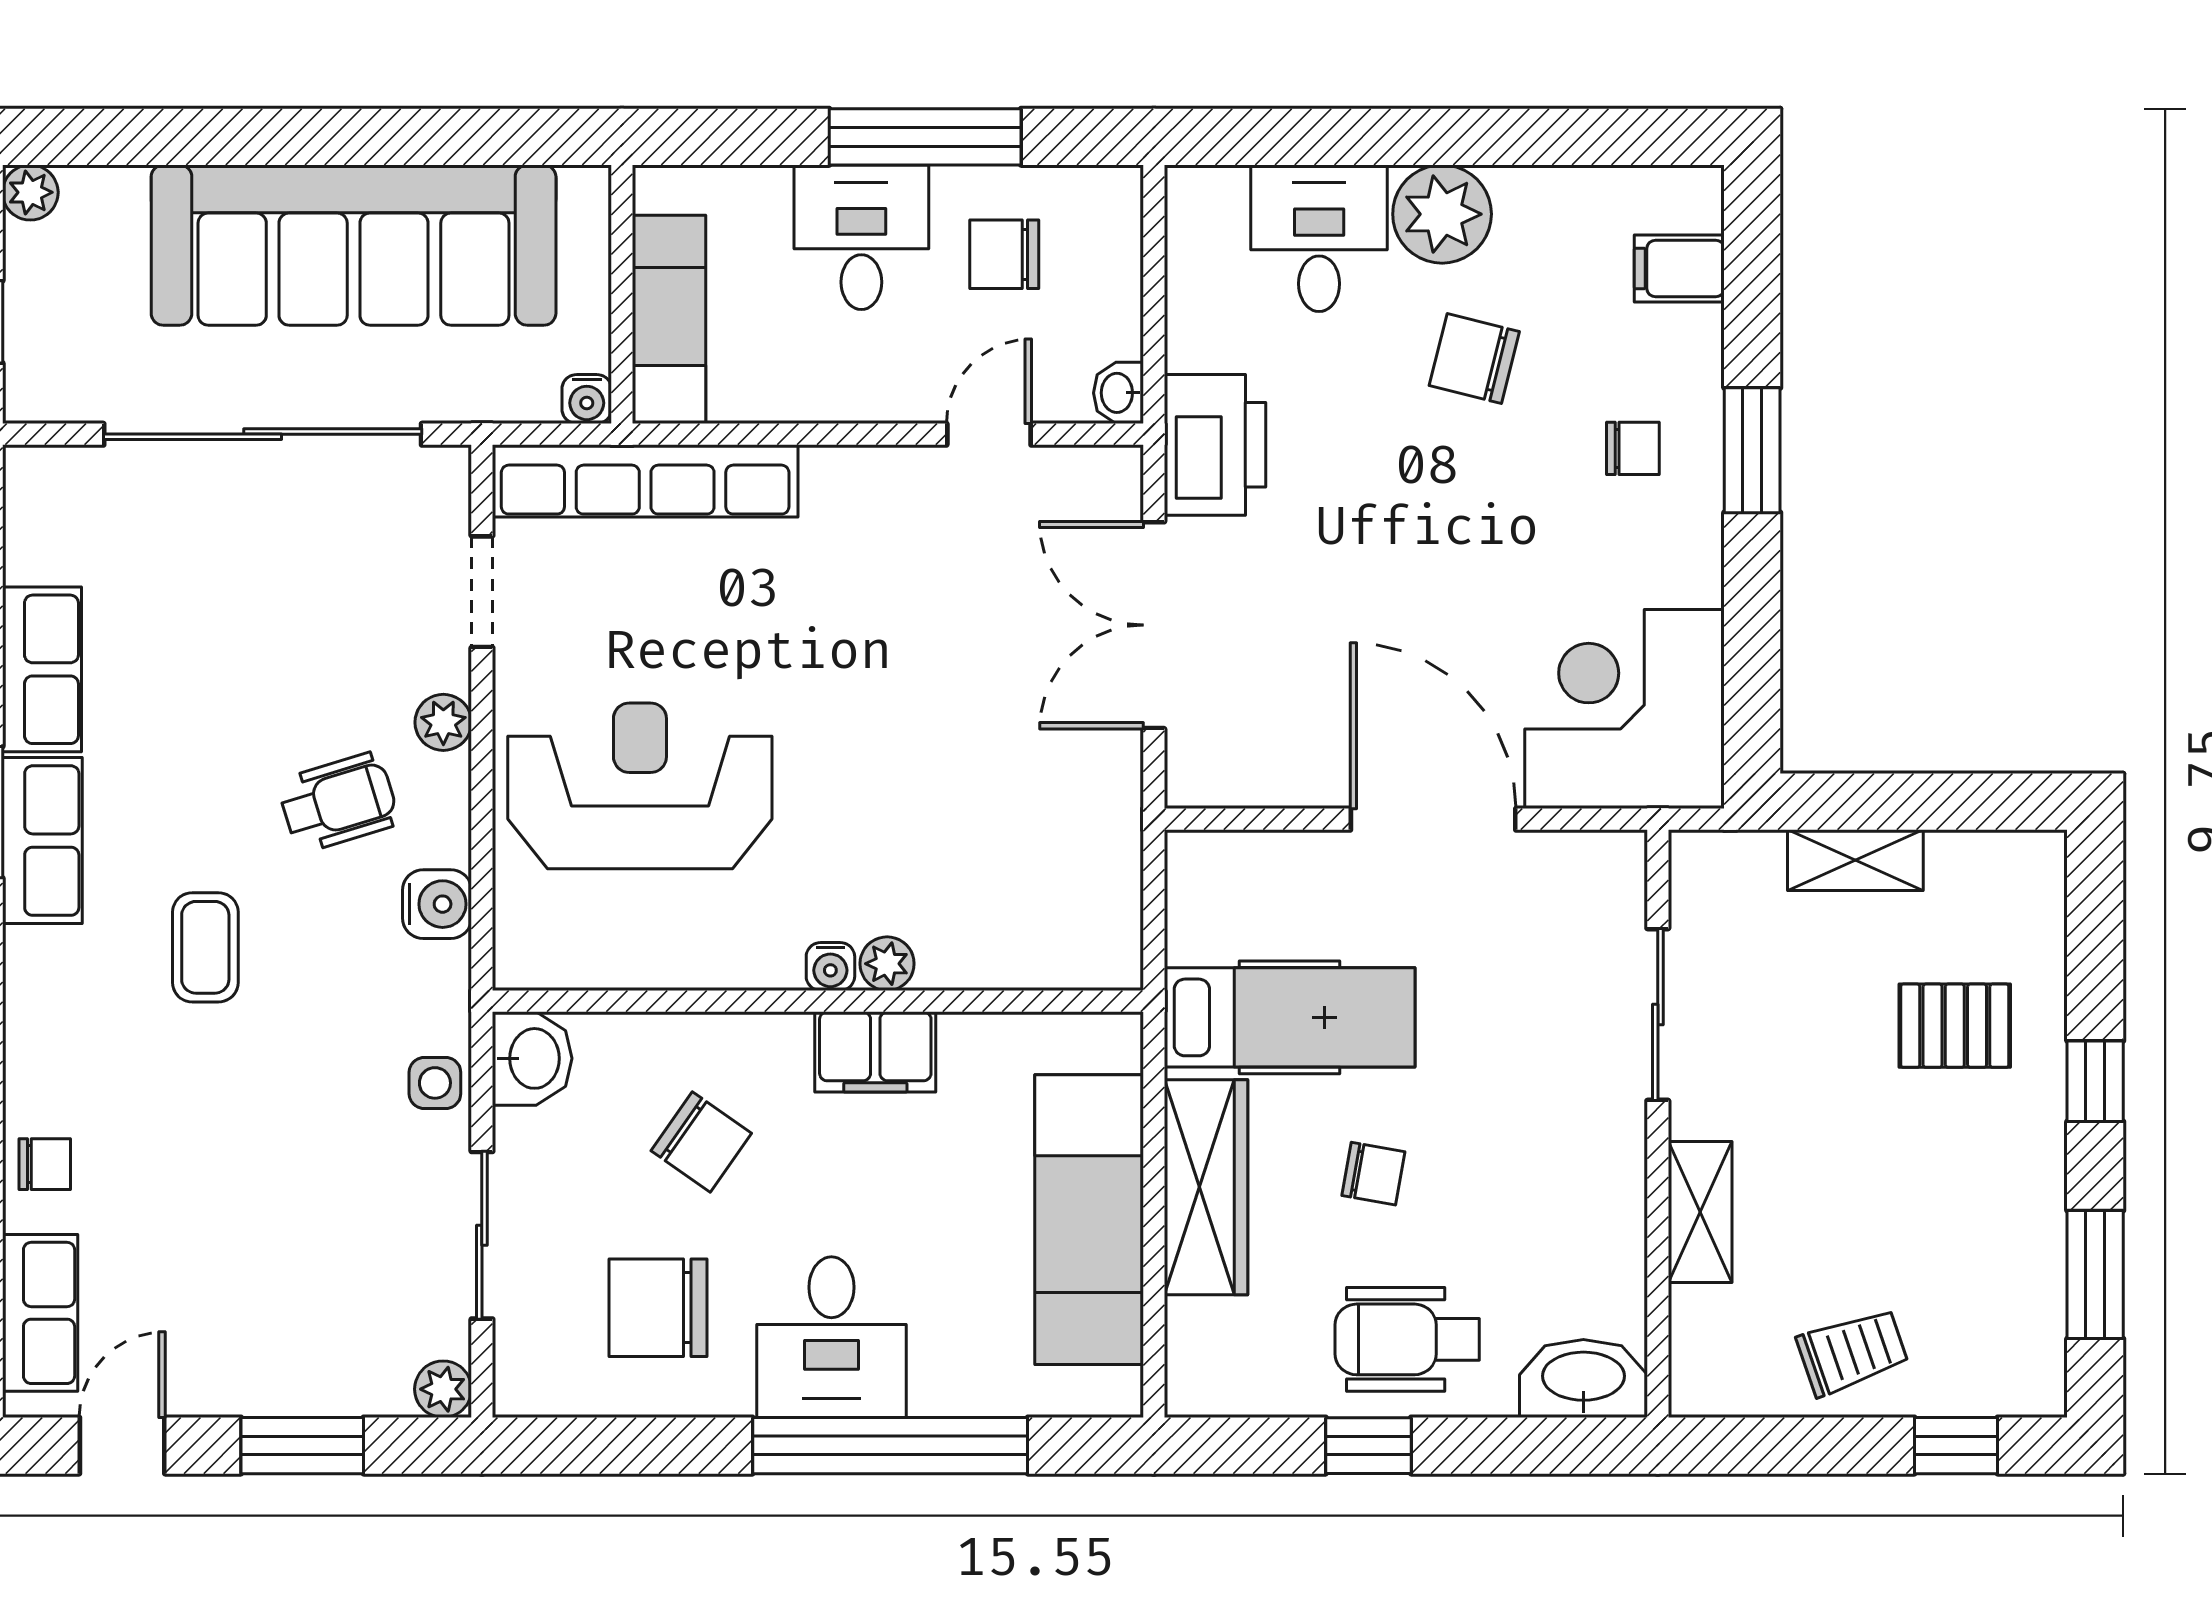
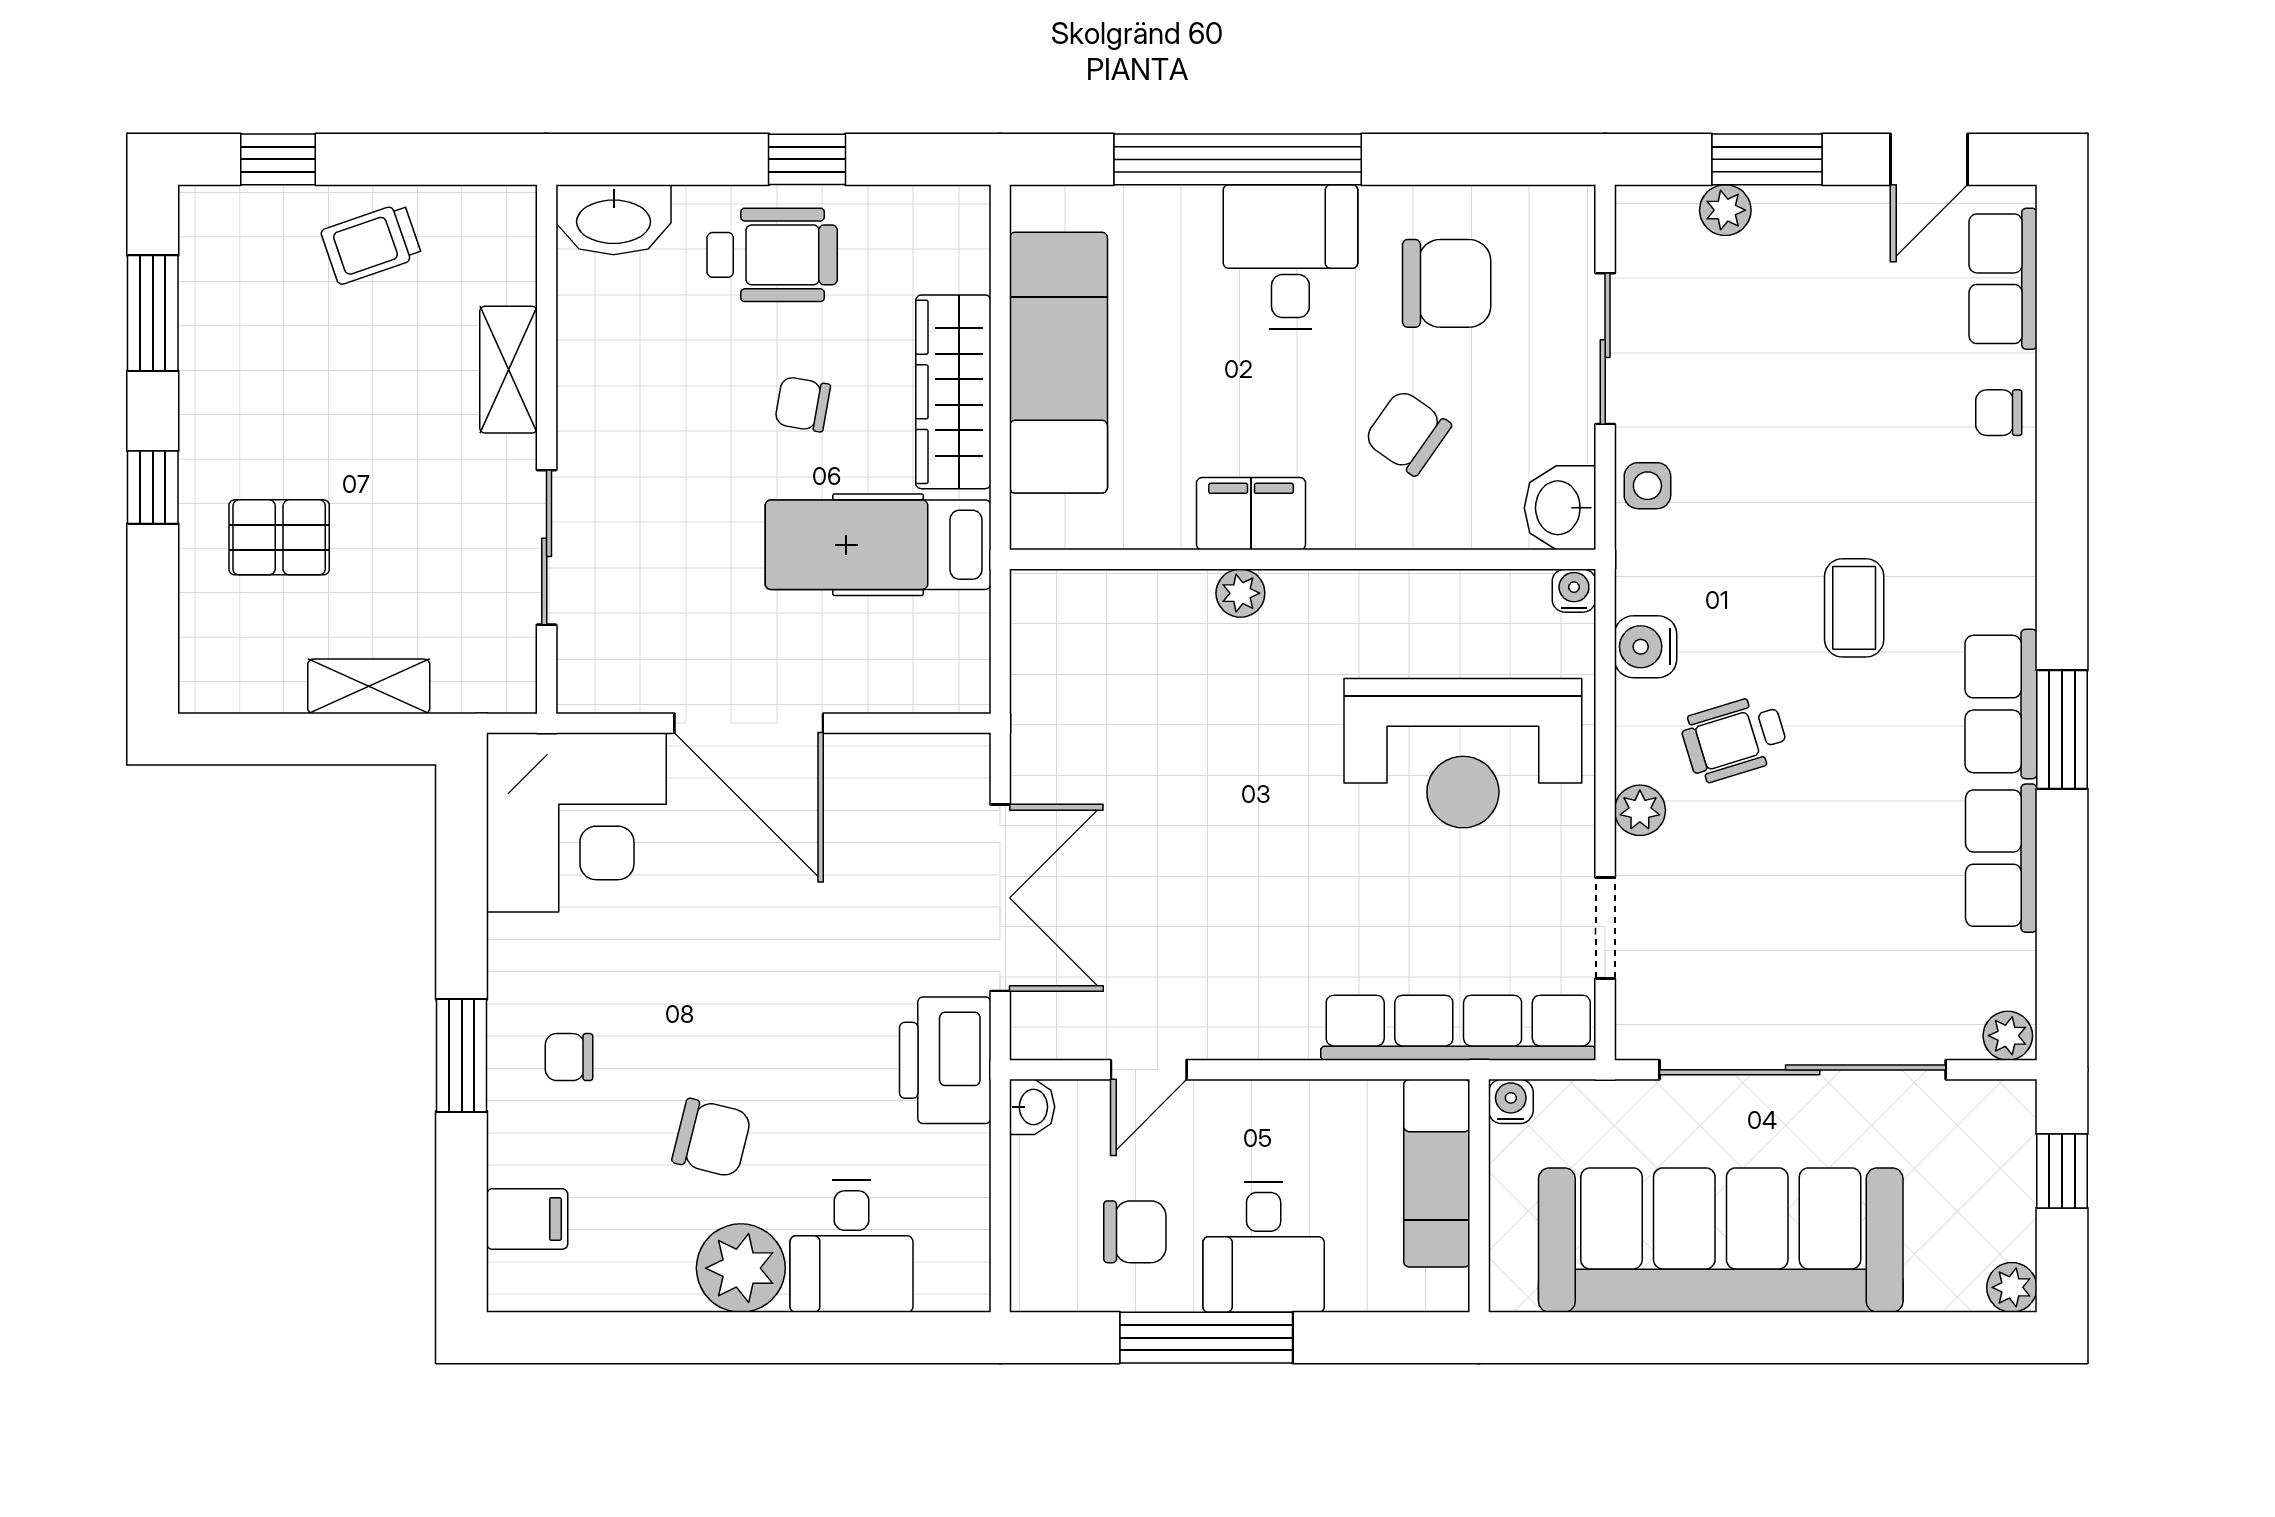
plant: (35, 472) -> (2008, 1036), added
water cooler: (830, 966) -> (1574, 591), moved
plant: (443, 1389) -> (1725, 210), moved

